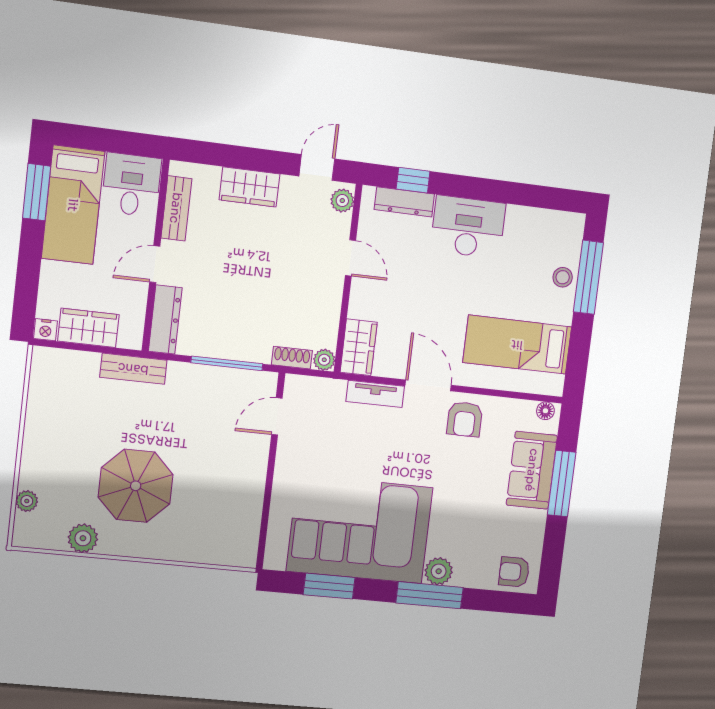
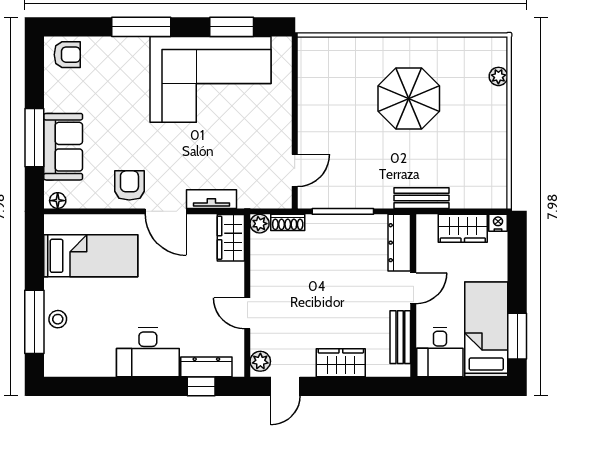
plant: (83, 538) -> (448, 49), removed
plant: (439, 571) -> (136, 49), removed

